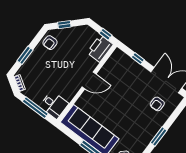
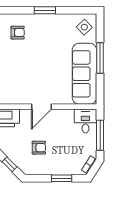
armchair: (50, 43) -> (39, 148), moved
door: (89, 80) -> (42, 107), swing flipped

